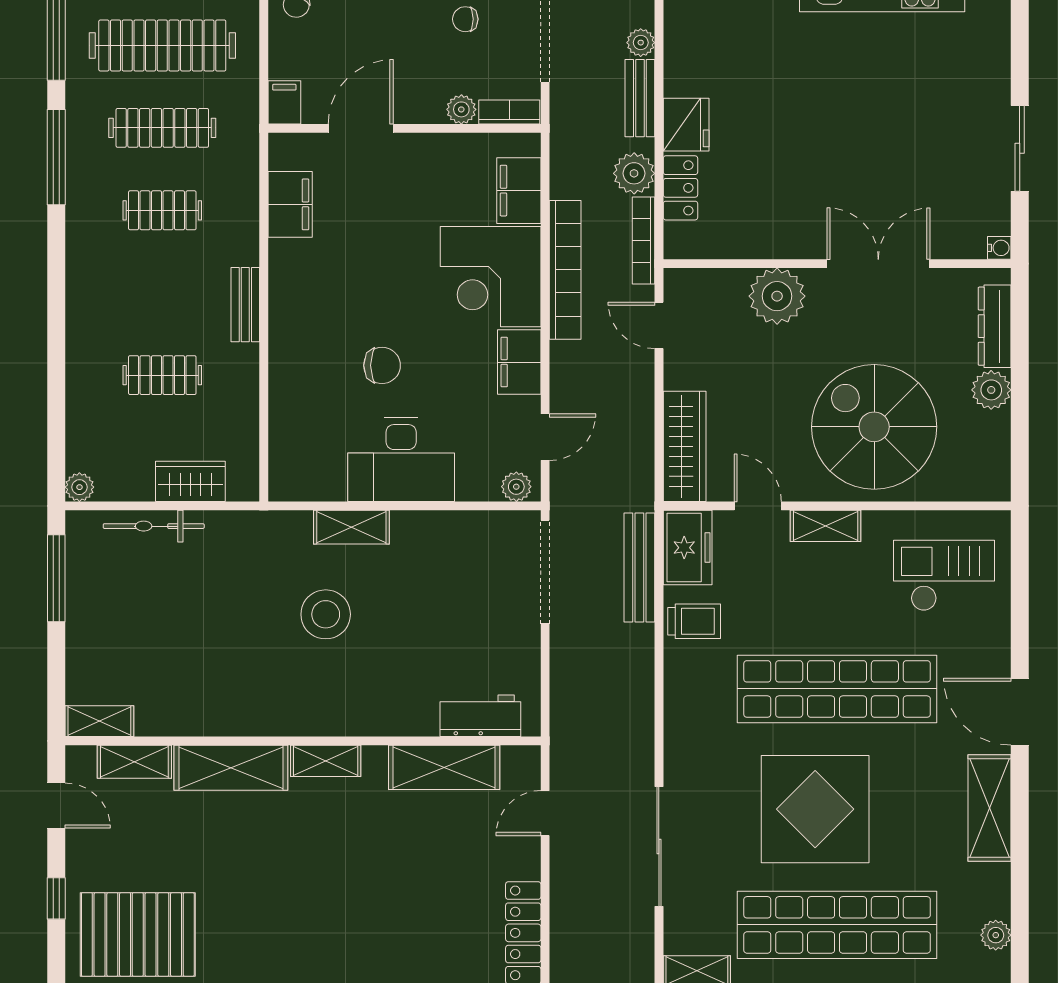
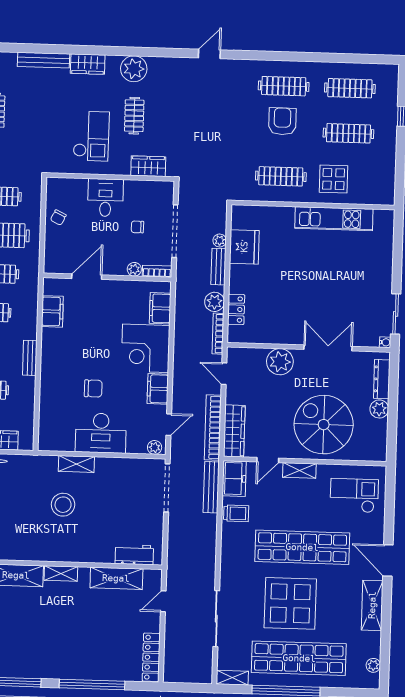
filing cabinet: (284, 102) -> (51, 263), removed
fridge: (686, 125) -> (244, 247), moved, width x1.36, depth x1.34
sliding door: (1020, 148) -> (396, 314), moved
bookcase: (565, 270) -> (213, 428), moved, turned 180
door: (758, 506) -> (268, 460), swing flipped

